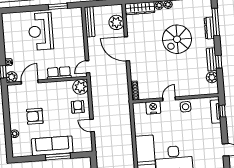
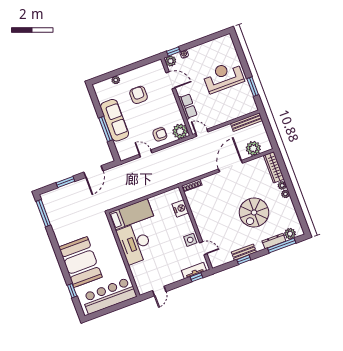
spiral stairs: (177, 39) -> (254, 212), turned -90
plant: (212, 77) -> (290, 234), moved
door: (169, 99) -> (203, 248), moved
door: (92, 126) -> (146, 154), hinge flipped

